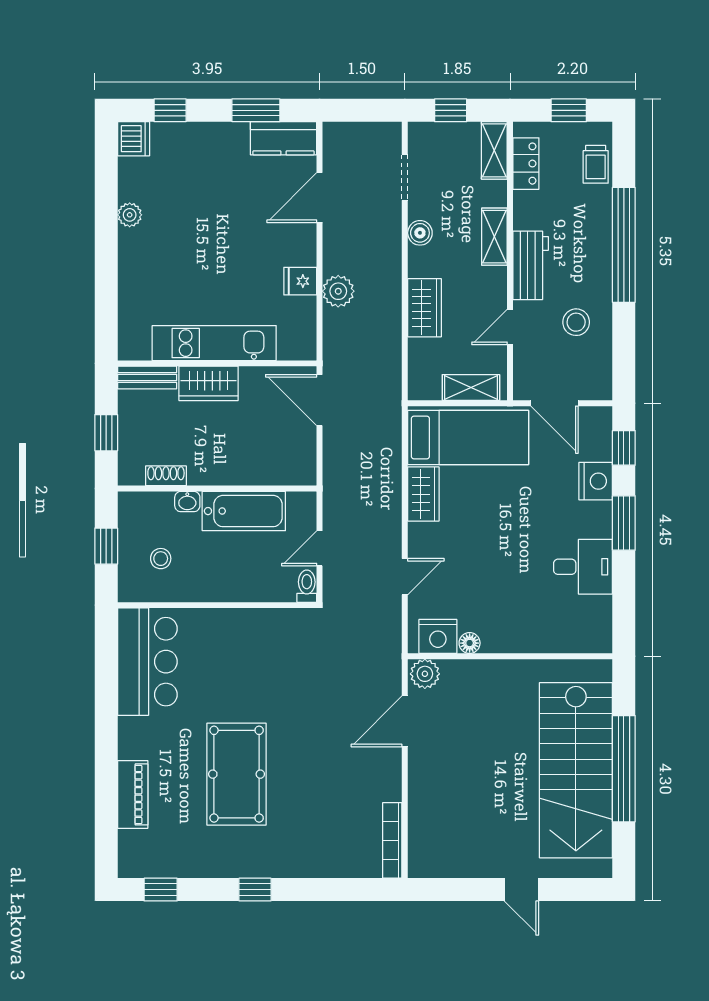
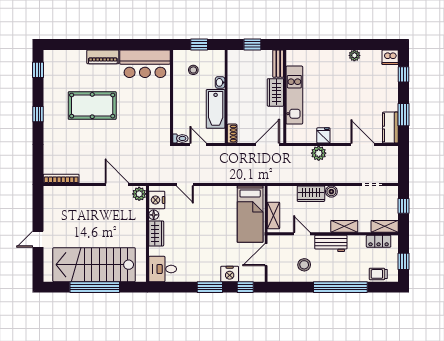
boiler: (420, 233) -> (331, 192), moved
shoe rack: (166, 476) -> (232, 134), moved
wardrobe: (423, 494) -> (156, 233), moved, turned -90
desk: (583, 567) -> (163, 269), moved, turned 90
piano: (133, 794) -> (103, 57), moved

